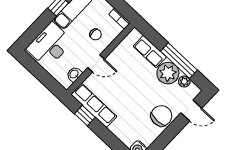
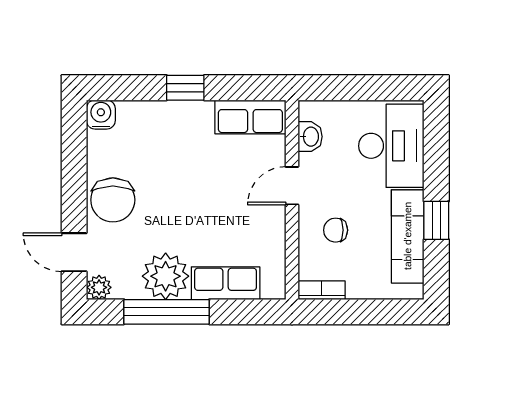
plant: (184, 81) -> (99, 287), moved
row of seats: (94, 105) -> (250, 117), width x0.68
door: (191, 110) -> (74, 252), hinge flipped
window: (85, 116) -> (185, 88), moved

